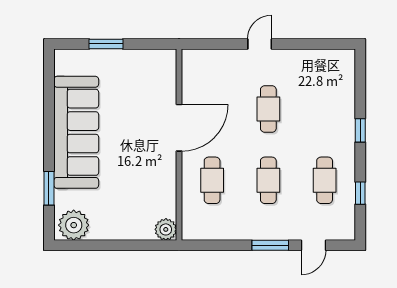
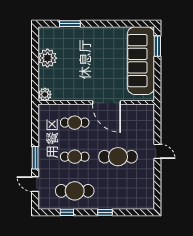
window: (106, 44) -> (157, 46), moved
cafe table: (268, 109) -> (118, 157), width x1.37, depth x1.35
sofa: (76, 132) -> (141, 61), moved, turned 90
cafe table: (325, 180) -> (75, 191), width x1.37, depth x1.35
plant: (74, 225) -> (47, 58), moved

